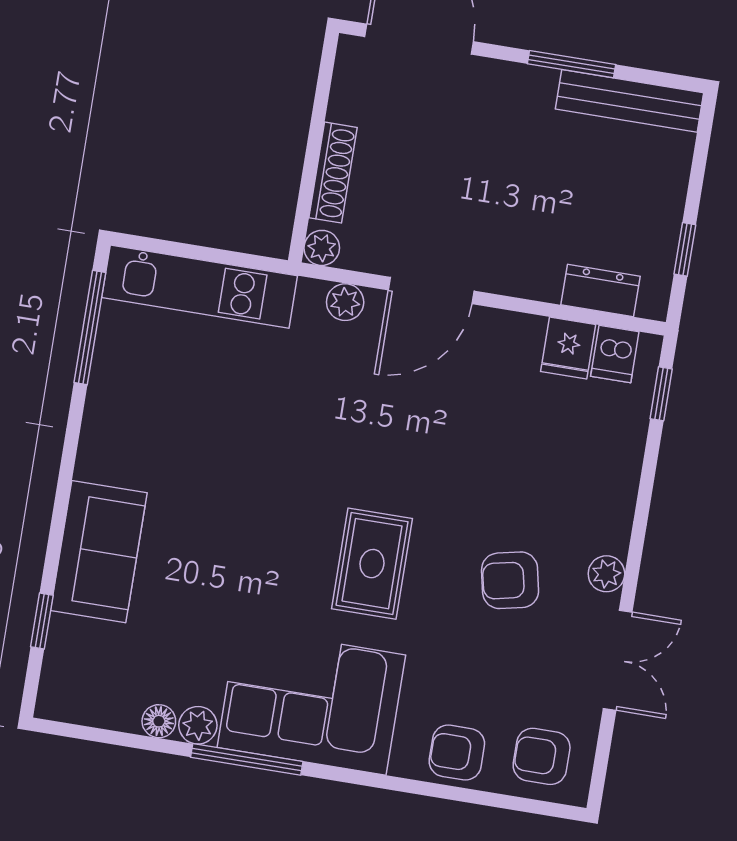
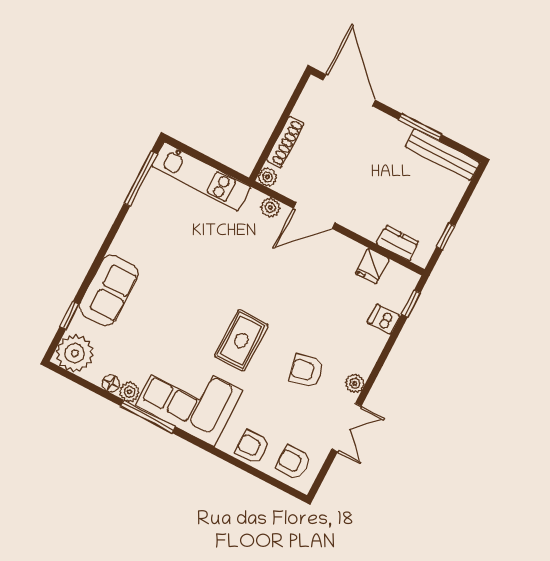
dishwasher: (615, 354) -> (384, 319), moved, turned 90
plant: (74, 688) -> (75, 353), added

